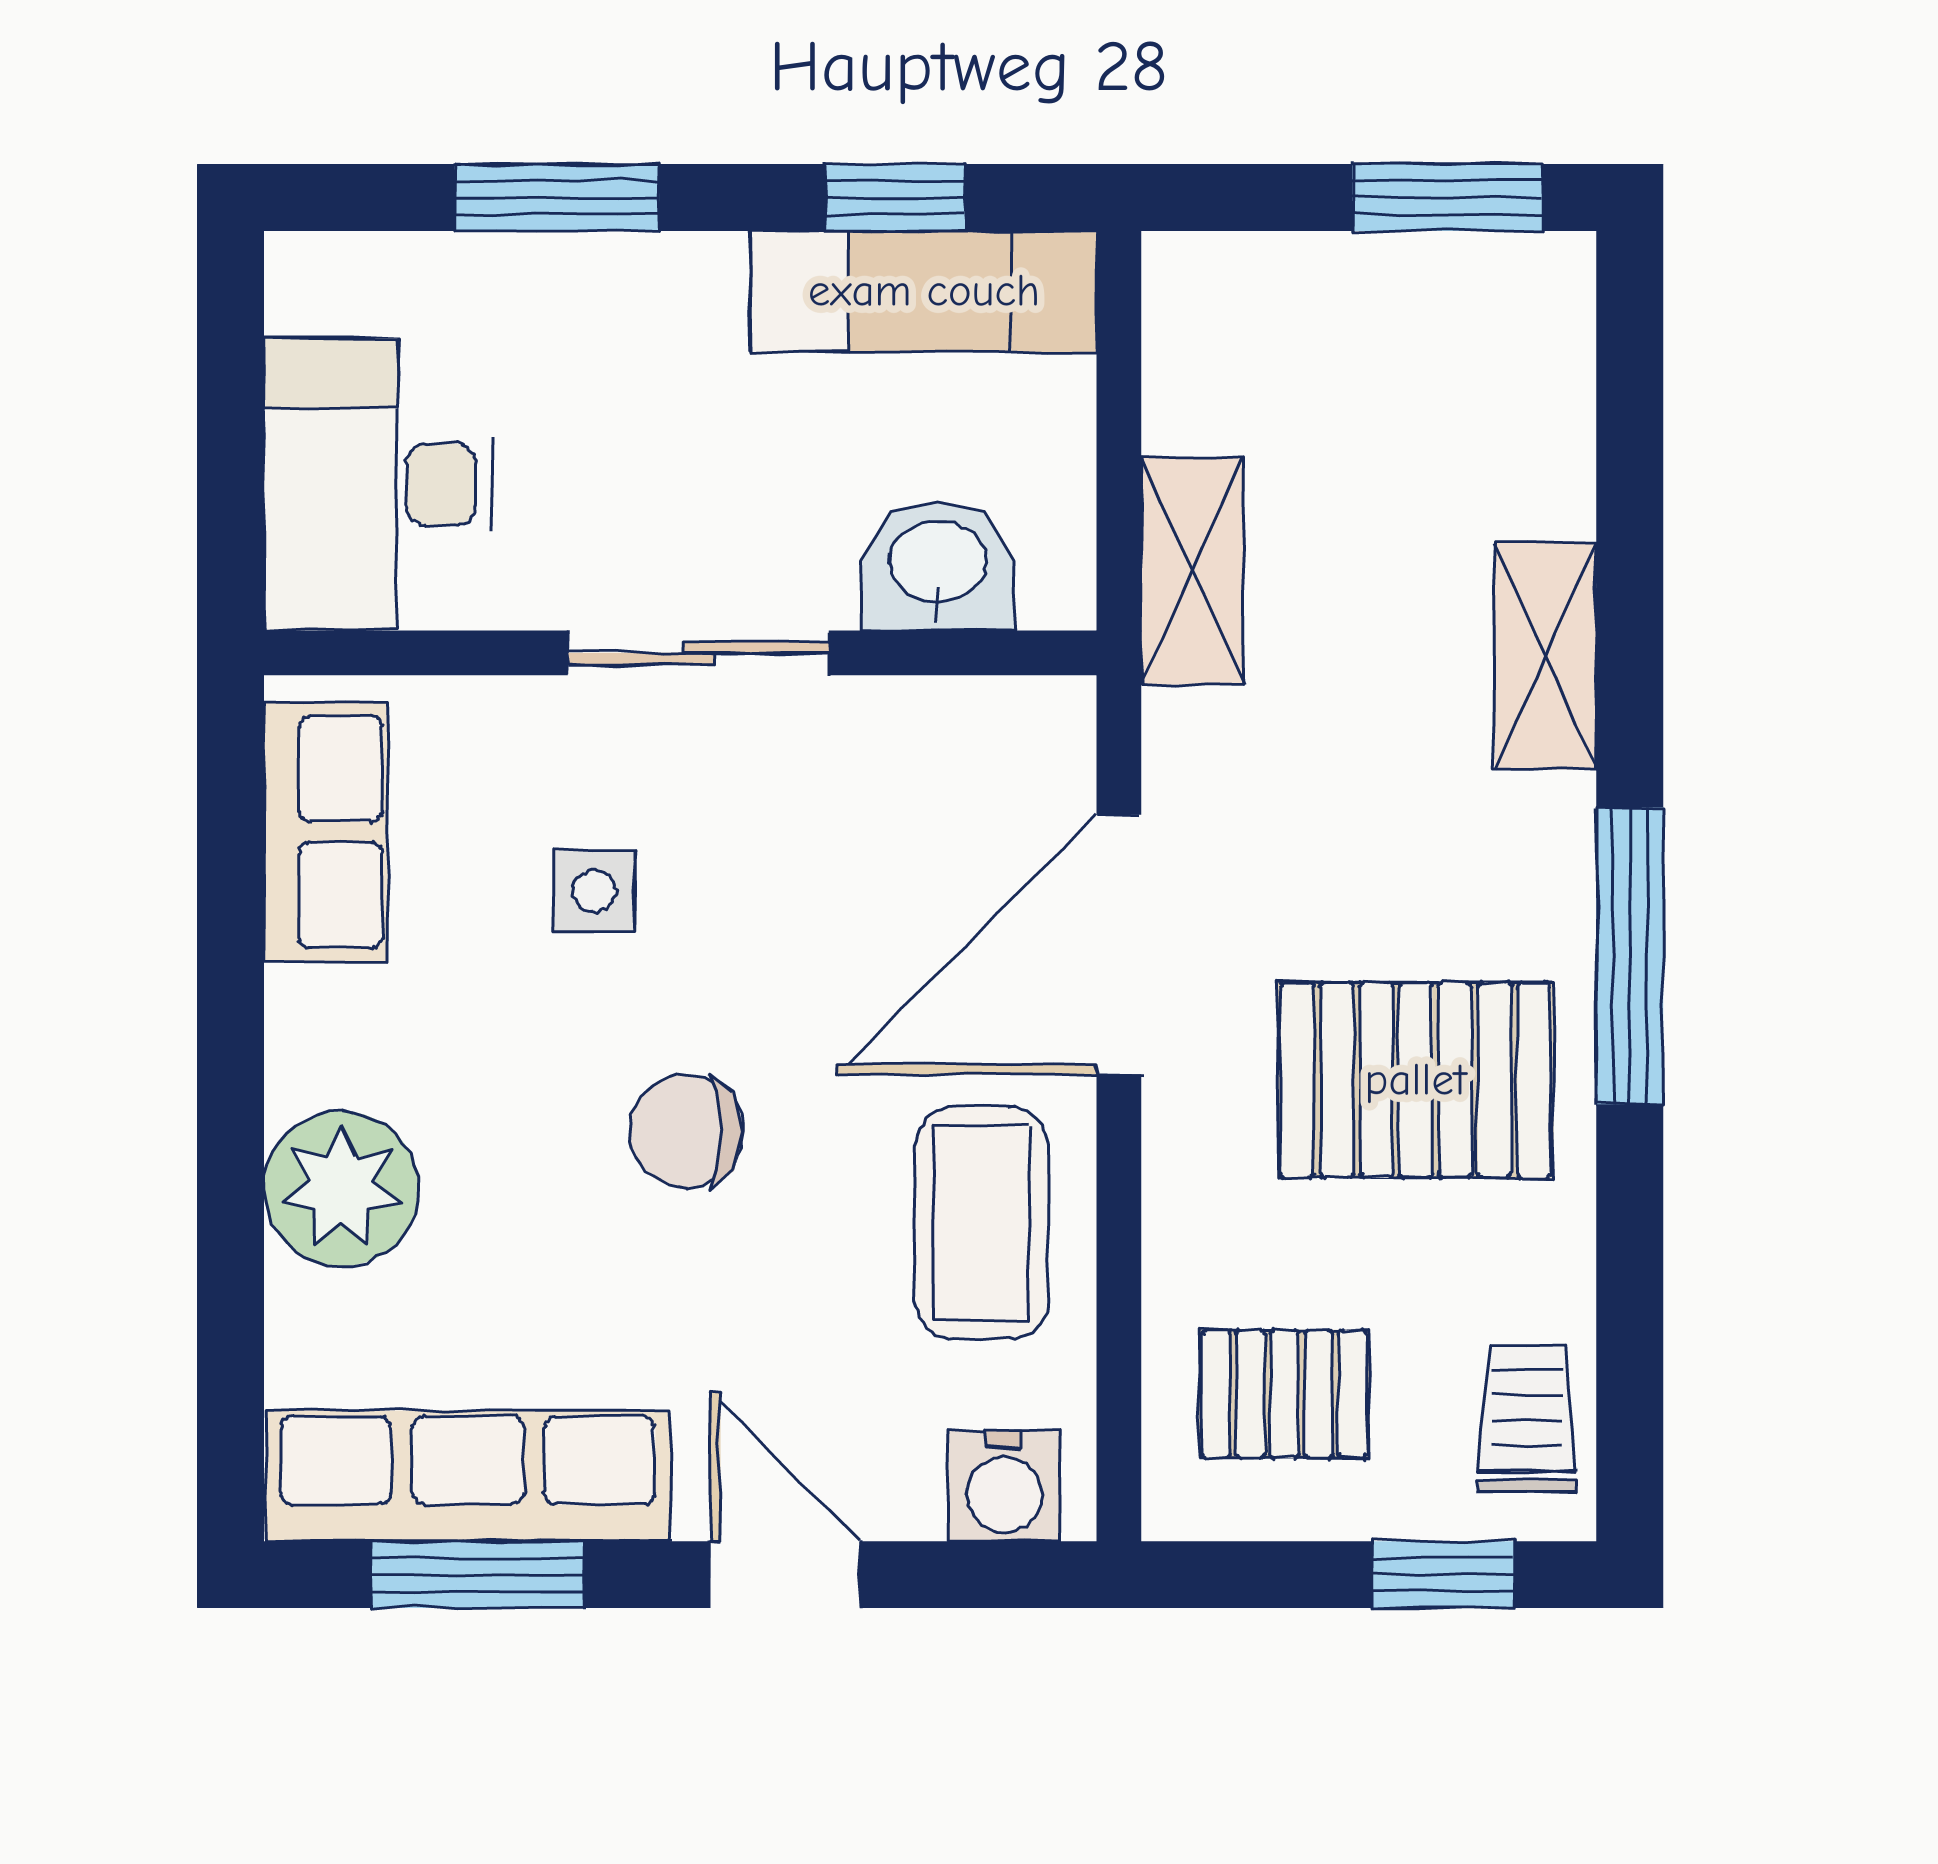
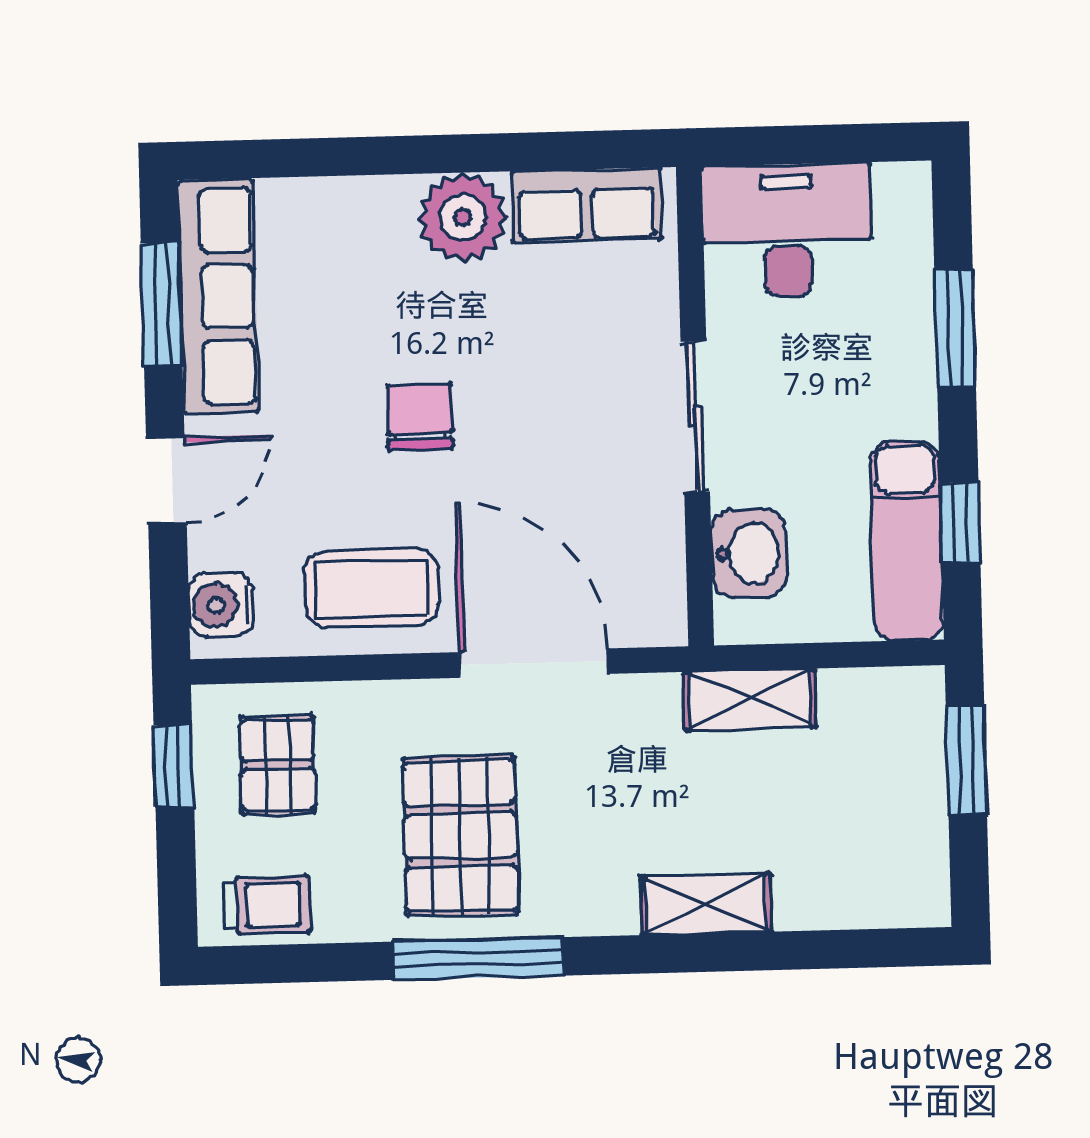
window: (1447, 198) -> (966, 760), moved
side table: (594, 891) -> (557, 360), removed
window: (1630, 956) -> (478, 959), moved
plant: (341, 1189) -> (463, 217), moved
window: (1444, 1575) -> (174, 766), moved

